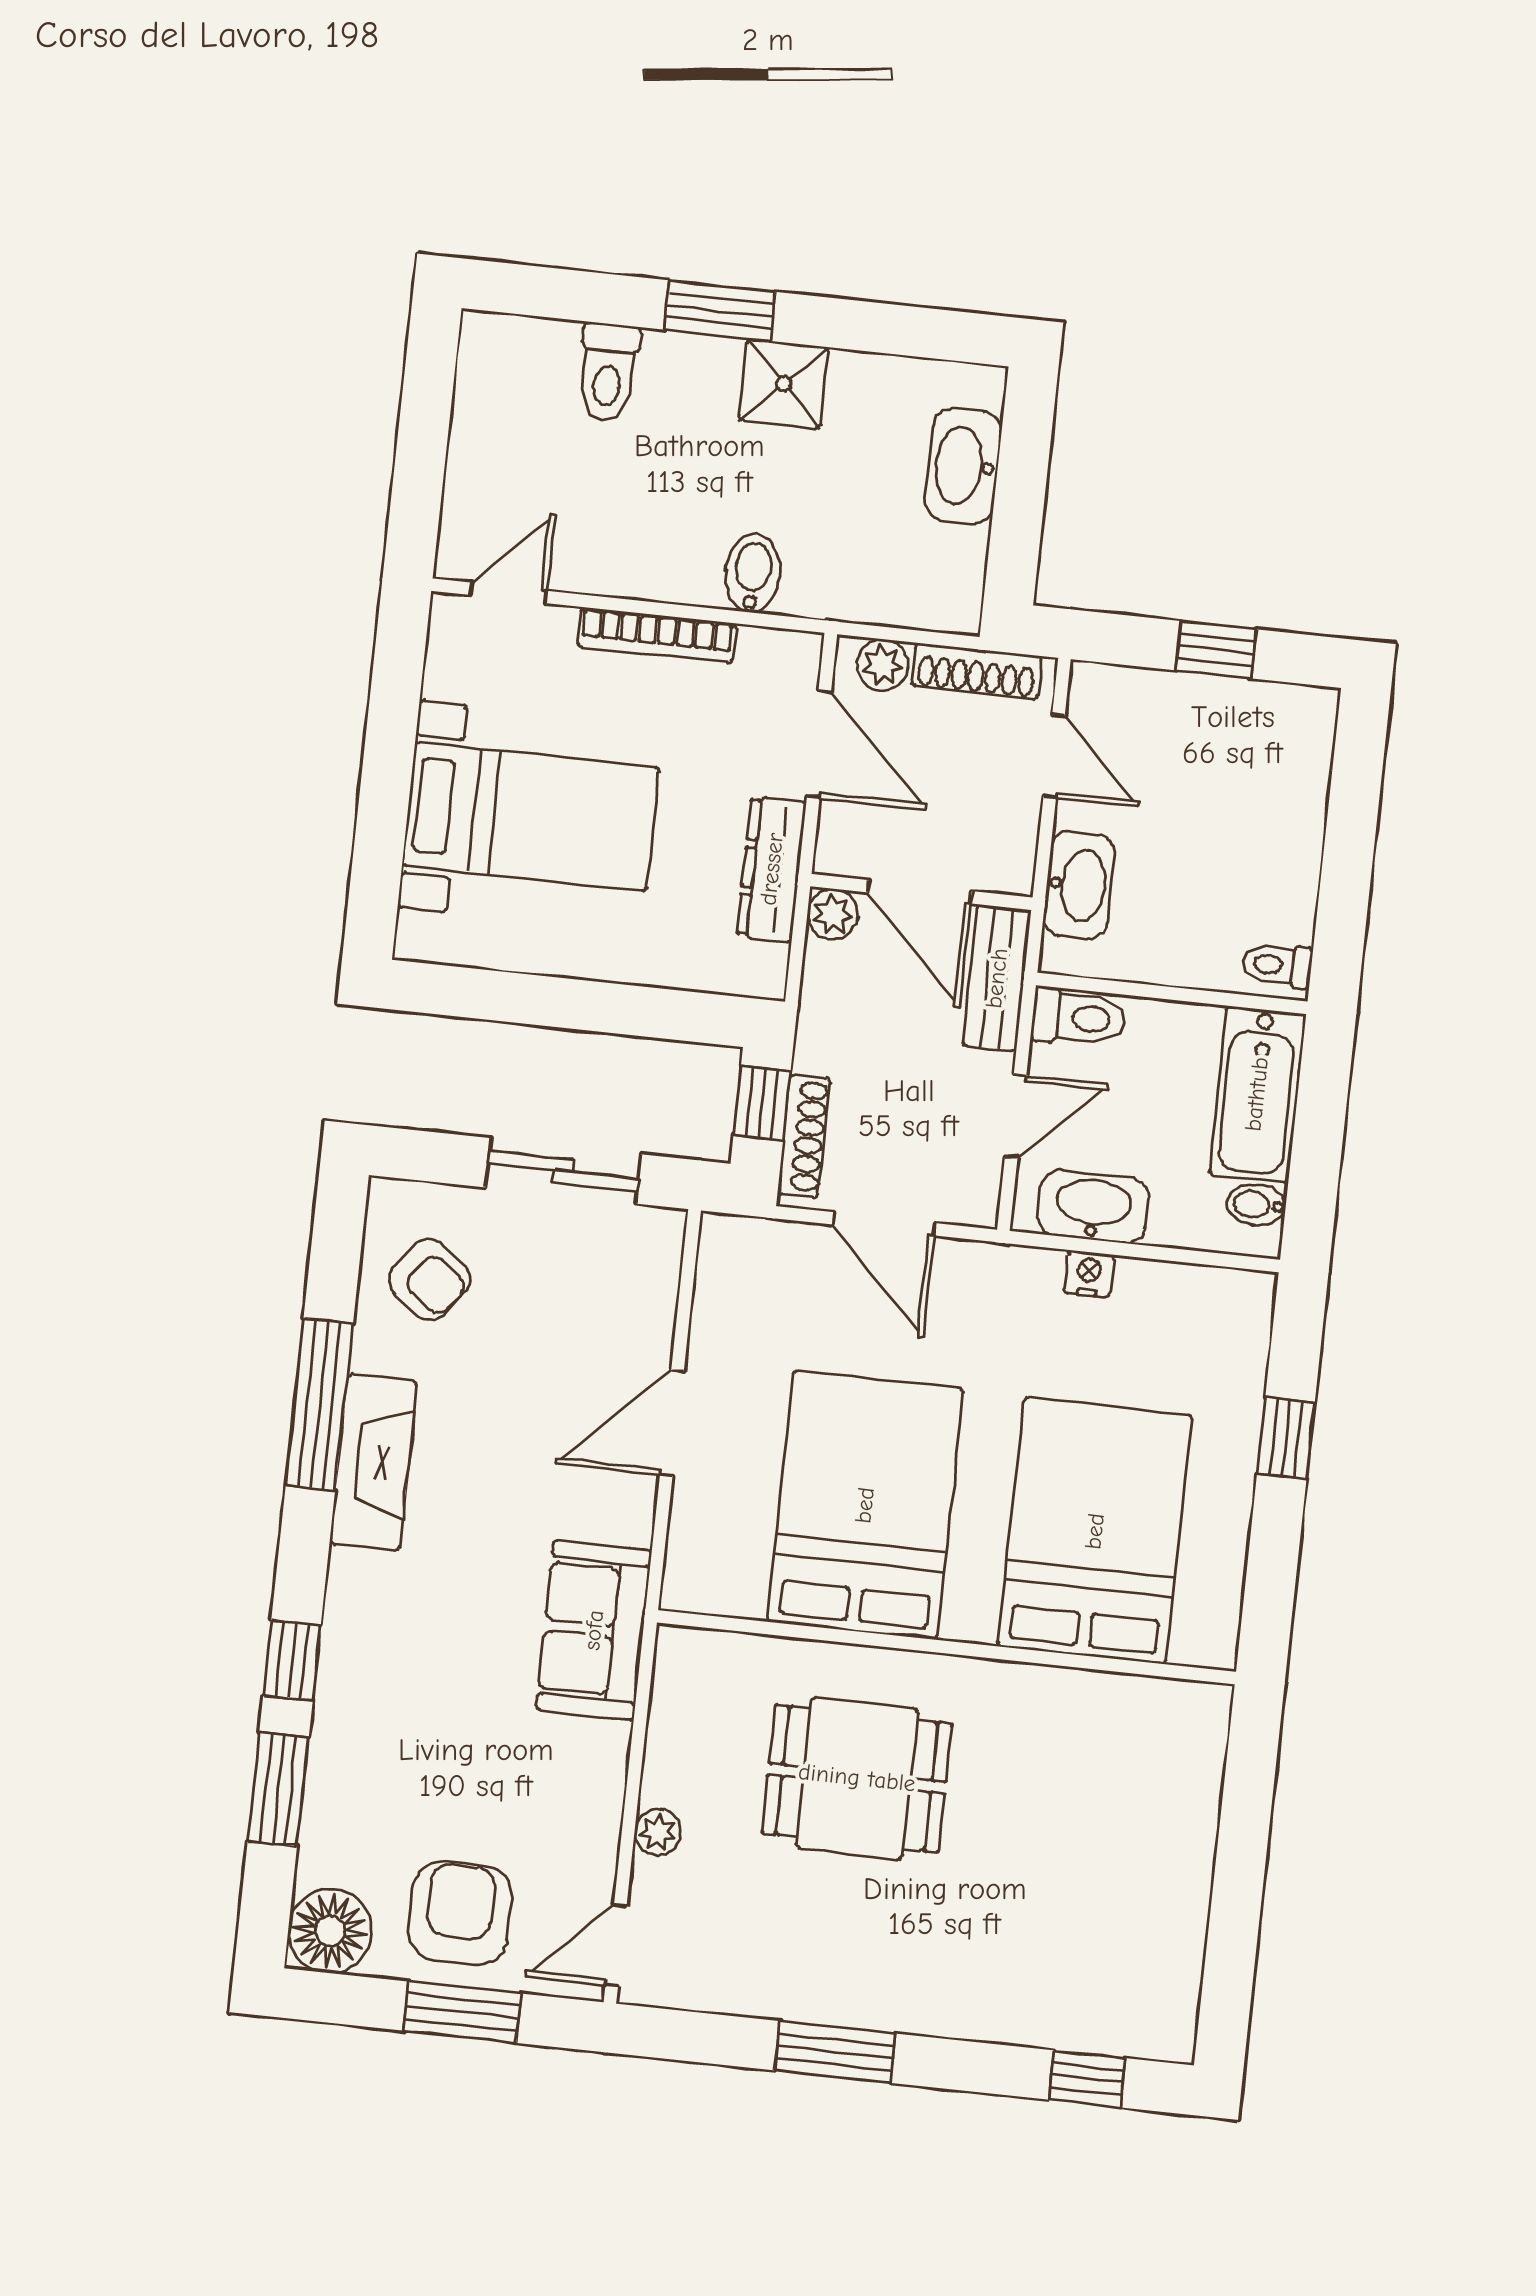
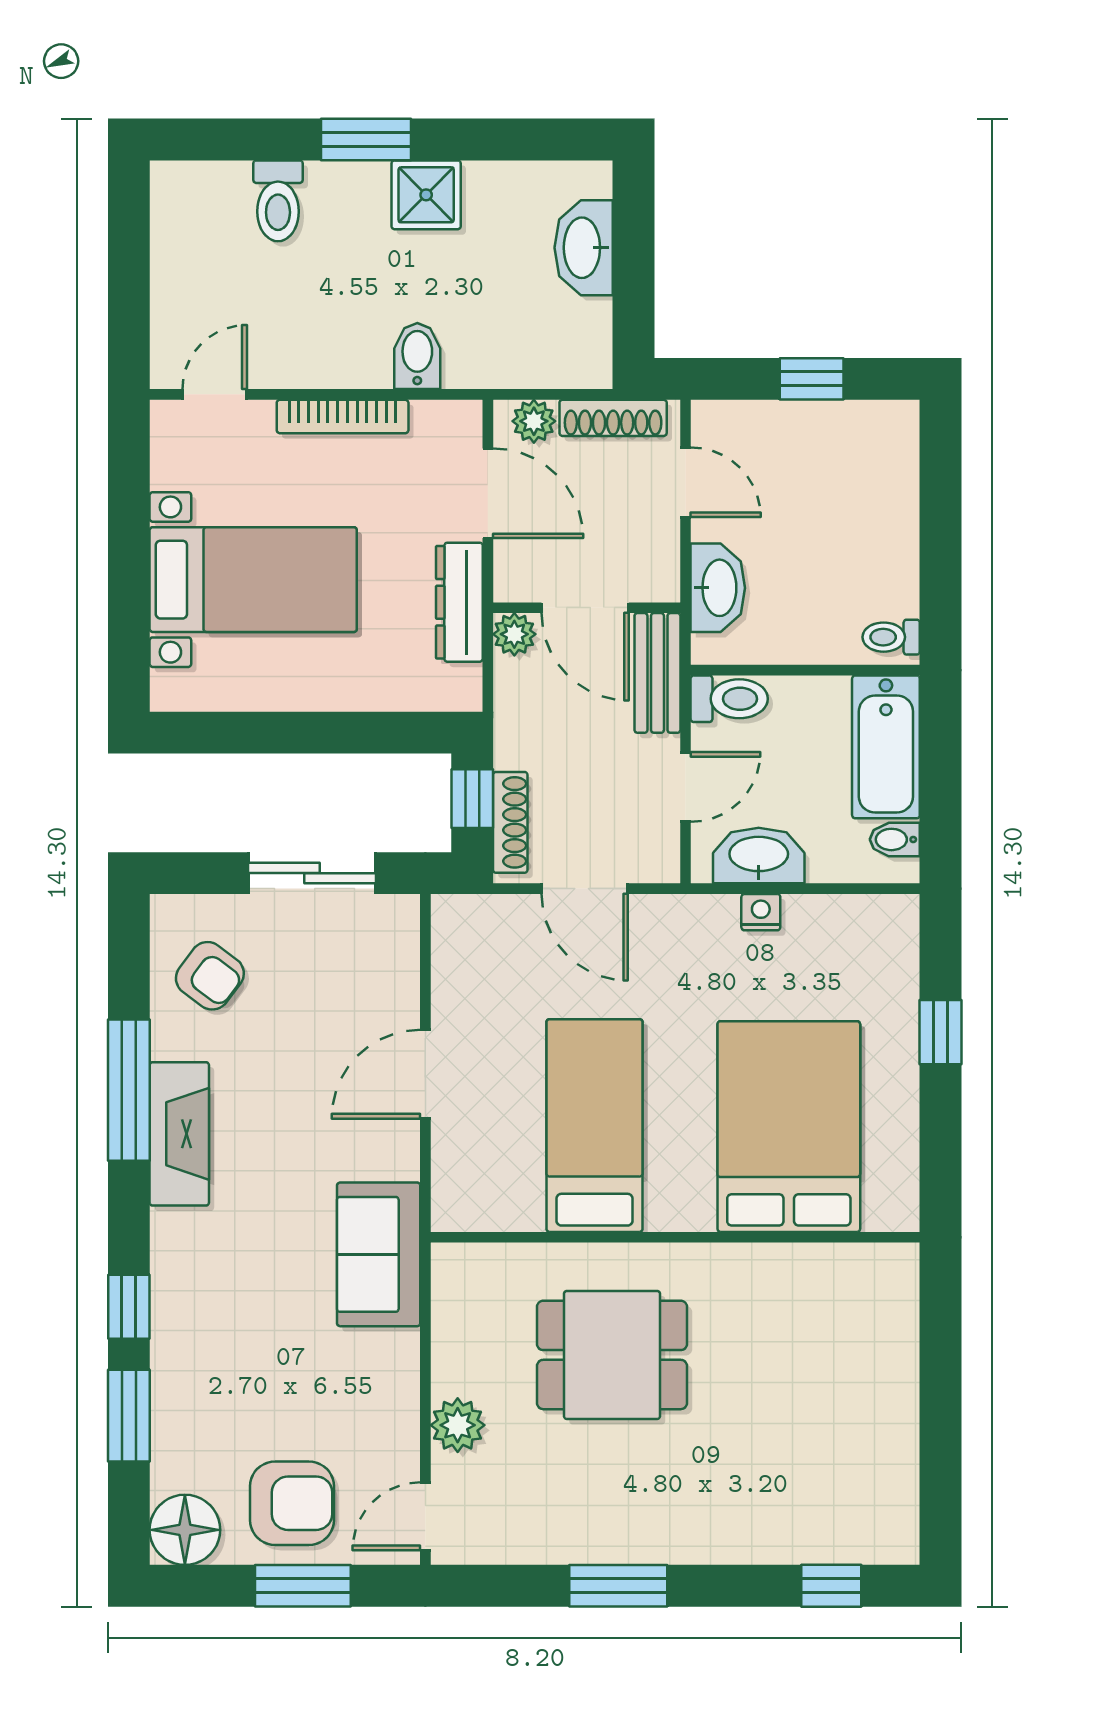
bed: (865, 1505) -> (594, 1126), width x0.67
plant: (658, 1832) -> (458, 1425), width x1.38, depth x1.38
armchair: (460, 1913) -> (292, 1503), turned 90

